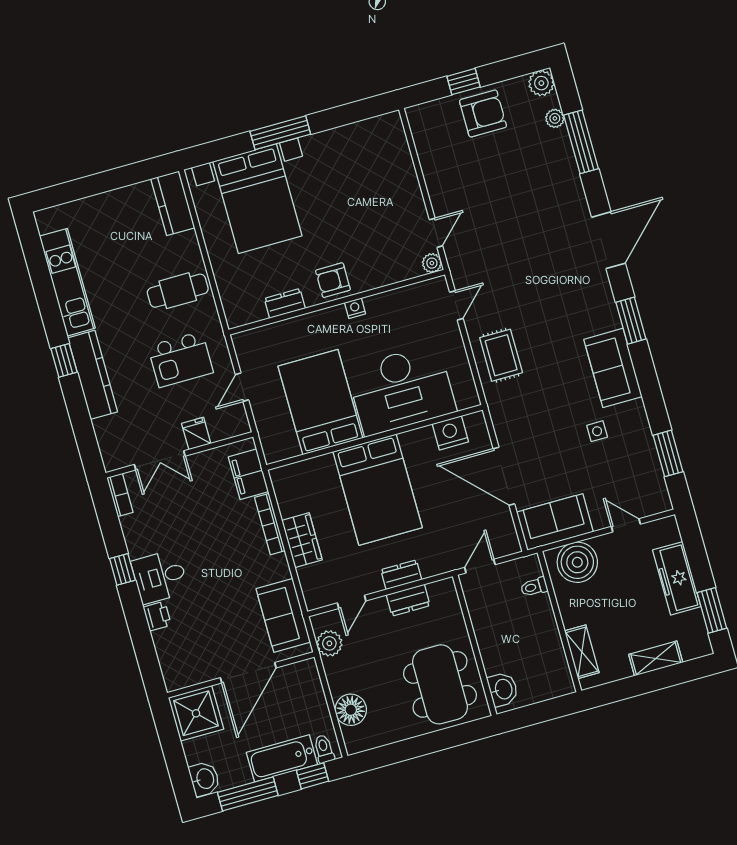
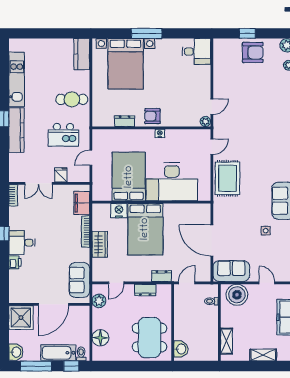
desk: (380, 140) -> (196, 51), added
rug: (501, 355) -> (228, 178), width x1.36, depth x1.43
nightstand: (450, 433) -> (119, 211), moved
dresser: (401, 575) -> (161, 276), moved

